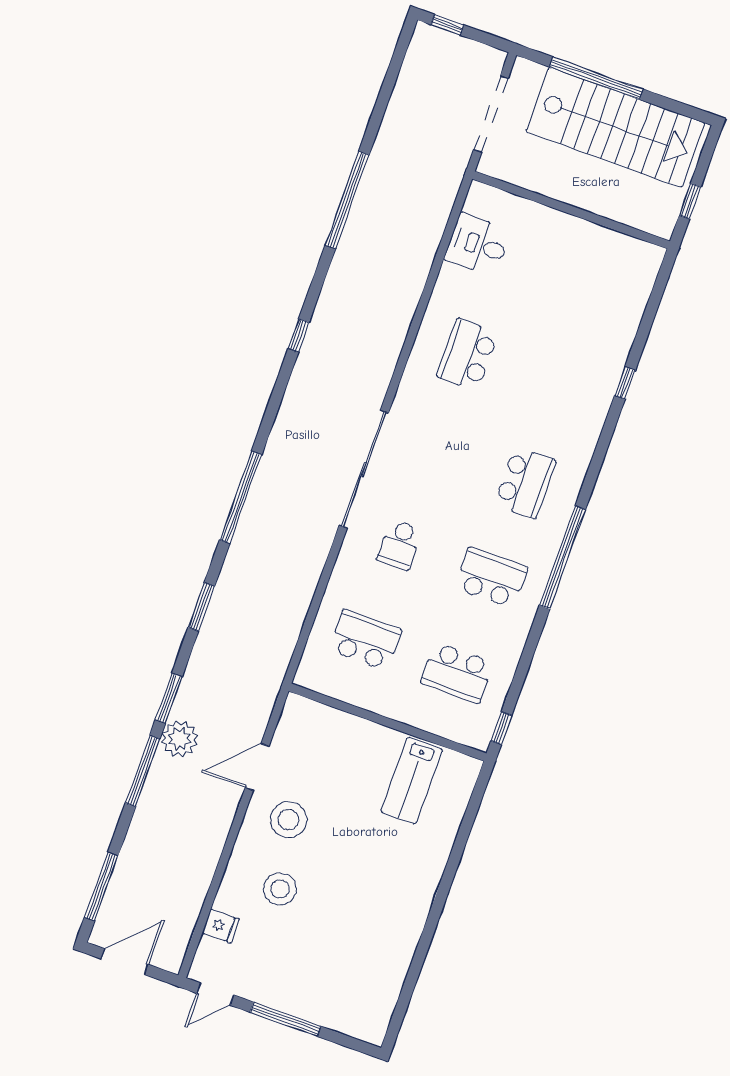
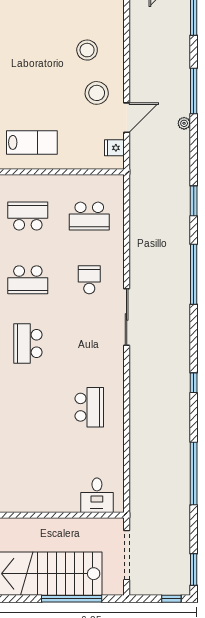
desk: (478, 245) -> (97, 495), moved, turned 90
sliding door: (364, 469) -> (127, 317), width x0.73
window: (169, 698) -> (194, 569), moved
plant: (180, 739) -> (184, 123), width x0.53, depth x0.53
lab bench: (412, 780) -> (32, 142), turned 90
fridge: (221, 926) -> (114, 148), moved

